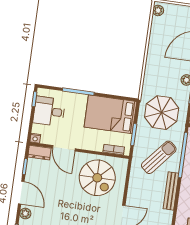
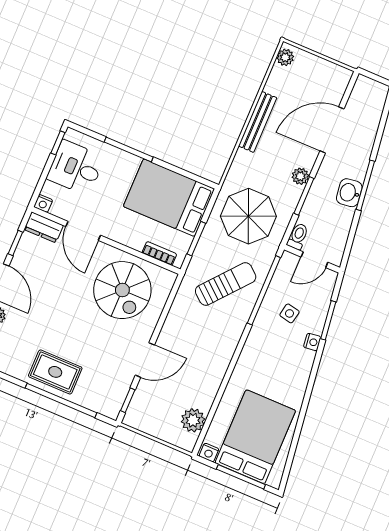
bench: (171, 191) -> (258, 122), moved

